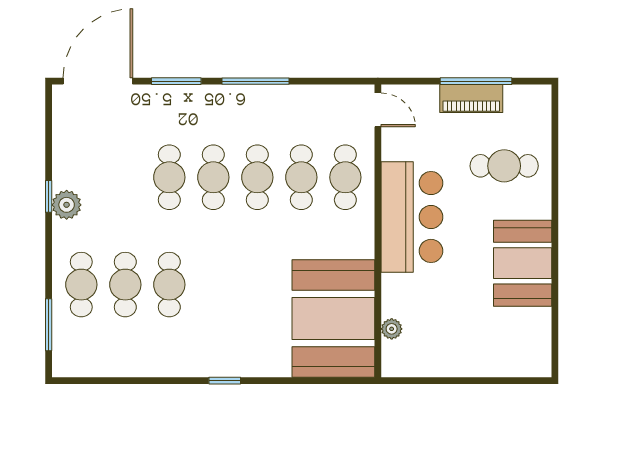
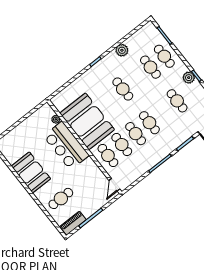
piano: (471, 99) -> (73, 223), moved
door: (378, 110) -> (114, 185), hinge flipped
cafe table: (169, 177) -> (177, 101), moved
bar counter: (412, 217) -> (66, 146), moved
cafe table: (169, 285) -> (123, 89), moved
booth: (333, 319) -> (87, 121), moved
plant: (155, 362) -> (122, 50), added

